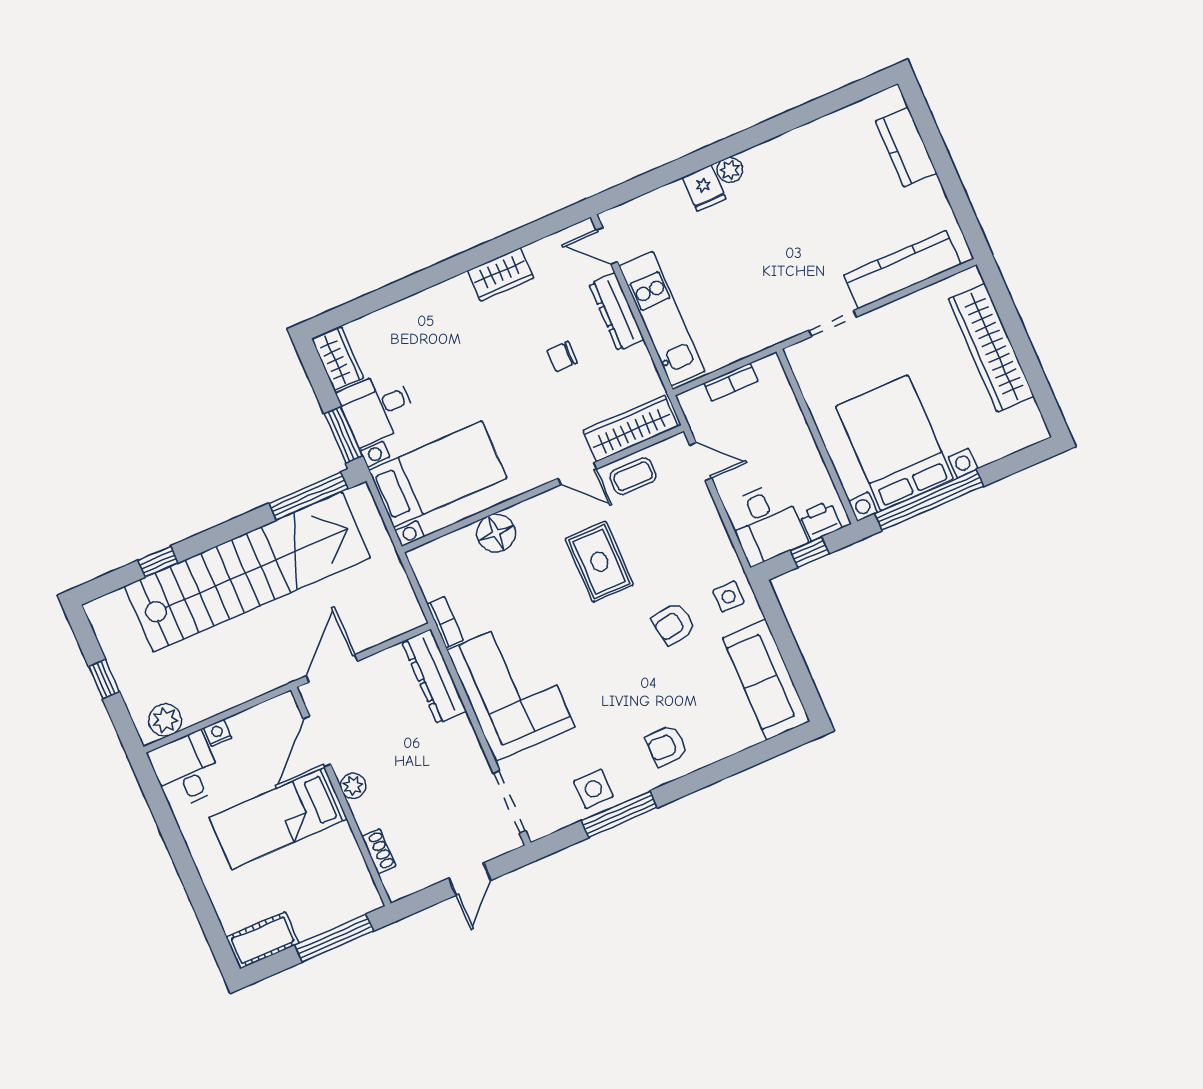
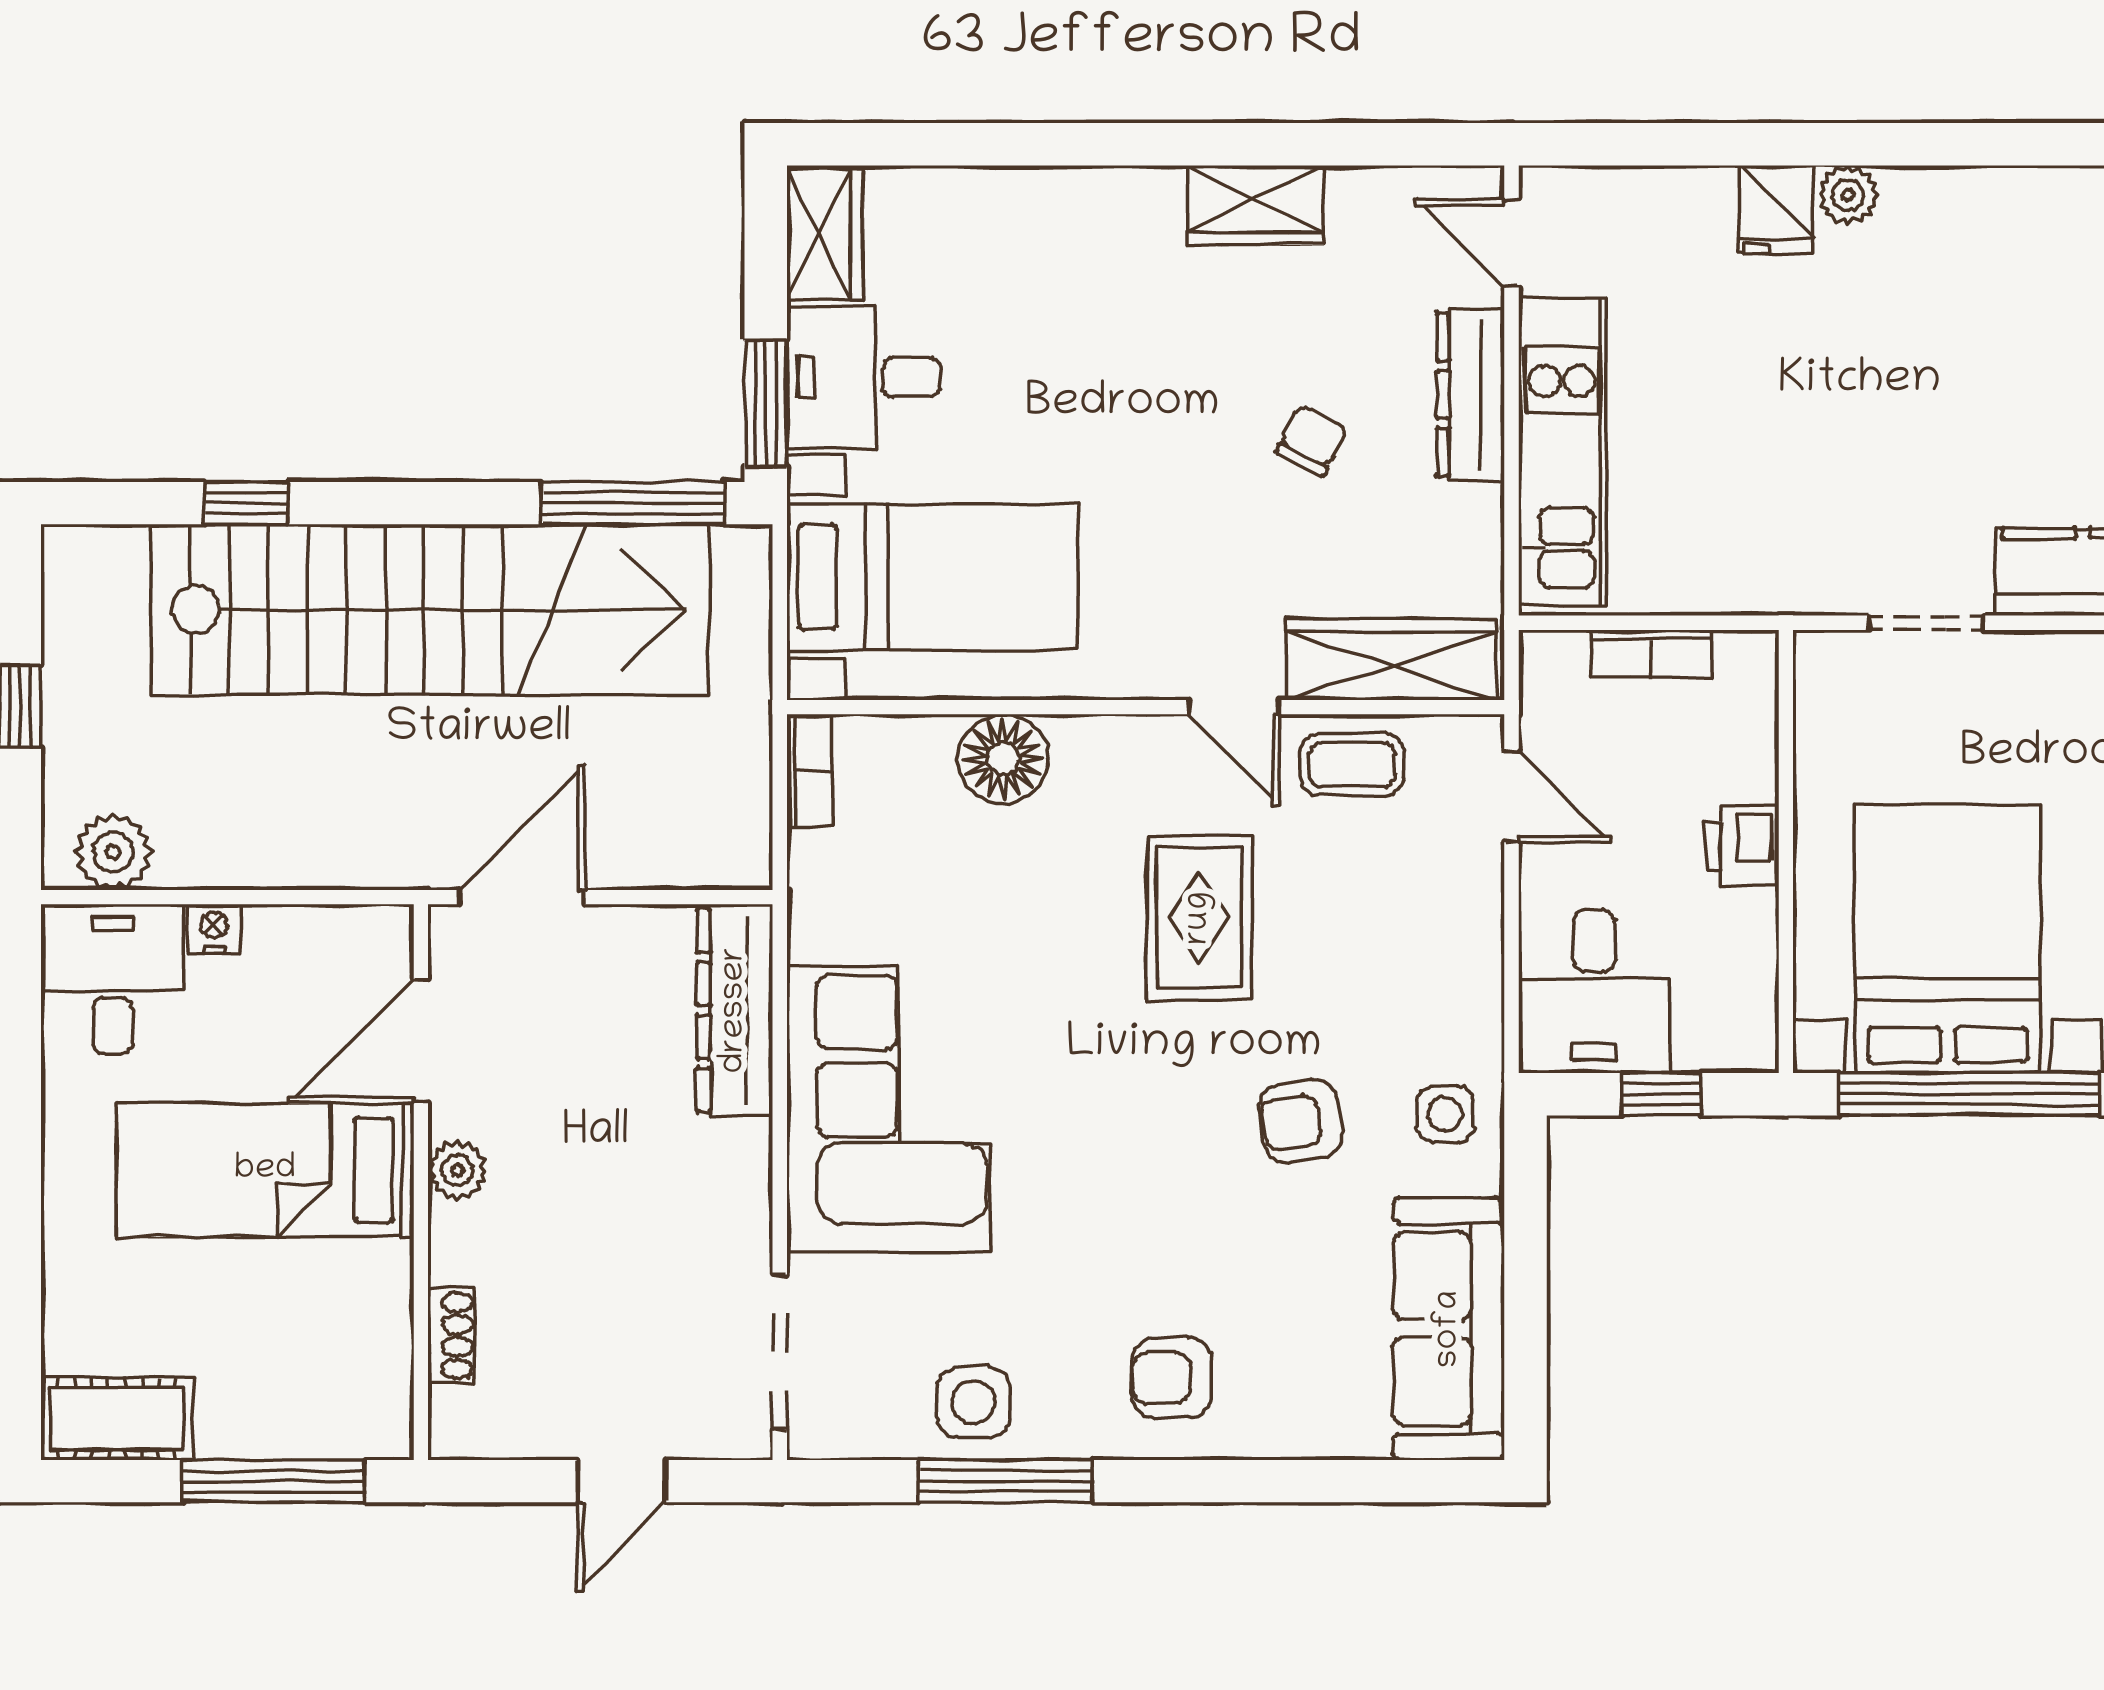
chair: (562, 357) -> (1312, 440), turned 117
printer: (821, 521) -> (1742, 846), moved, turned -90
bookcase: (445, 622) -> (809, 771), moved

